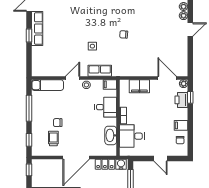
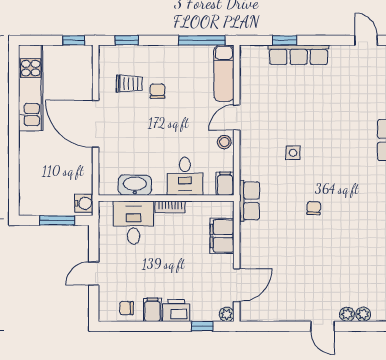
row of seats: (37, 28) -> (299, 55), moved
window: (29, 35) -> (285, 40), moved
row of seats: (100, 71) -> (249, 201), moved
door: (73, 78) -> (237, 118), swing flipped
printer: (181, 100) -> (176, 310), moved
window: (29, 108) -> (202, 40), moved
locker: (105, 164) -> (84, 175), removed

